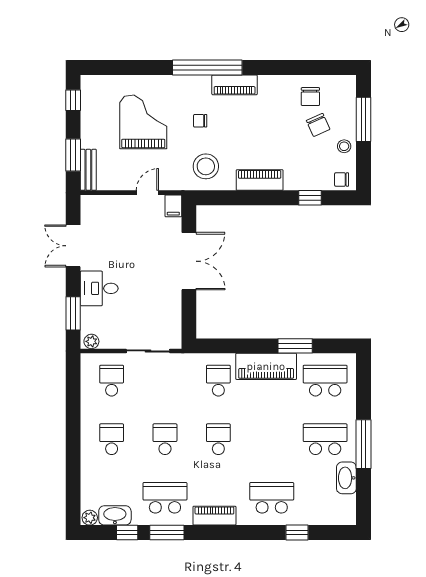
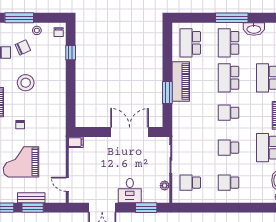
window: (73, 155) -> (33, 208), moved
stool: (206, 166) -> (26, 83), moved
bench: (88, 170) -> (31, 198), moved
piano: (260, 180) -> (59, 86), removed
door: (147, 193) -> (67, 184), moved
double door: (189, 261) -> (130, 132), moved
plant: (91, 341) -> (165, 186), moved
window: (295, 346) -> (167, 93), moved
school desk: (218, 381) -> (229, 78), moved, width x1.85

